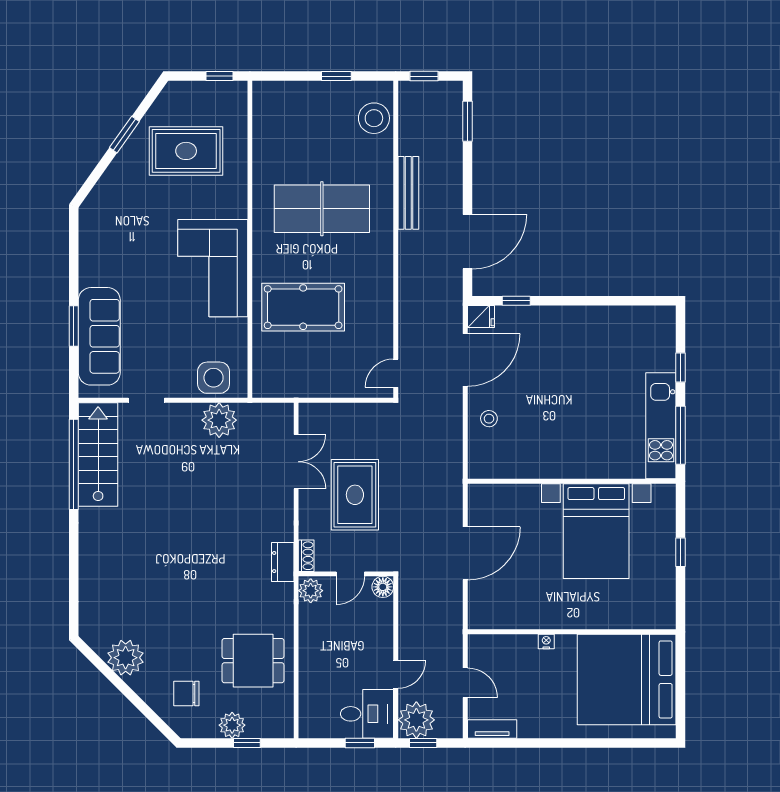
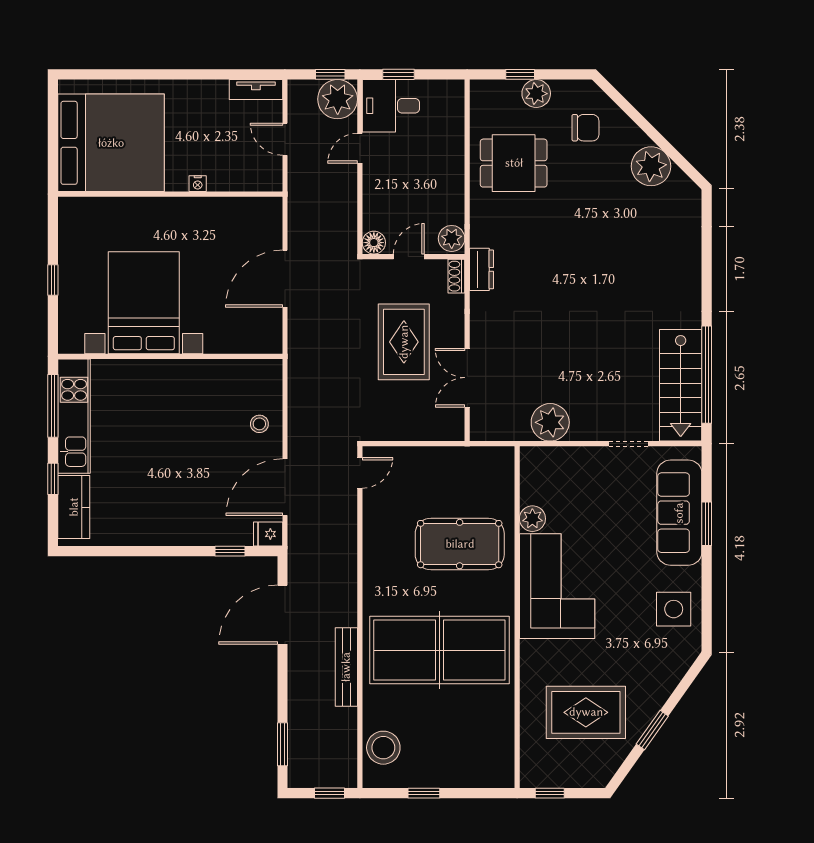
table tennis table: (322, 209) -> (439, 650), width x1.36, depth x1.32
plant: (236, 331) -> (532, 519), added
kitchen counter: (661, 341) -> (74, 507), added
side table: (214, 378) -> (674, 609), moved

